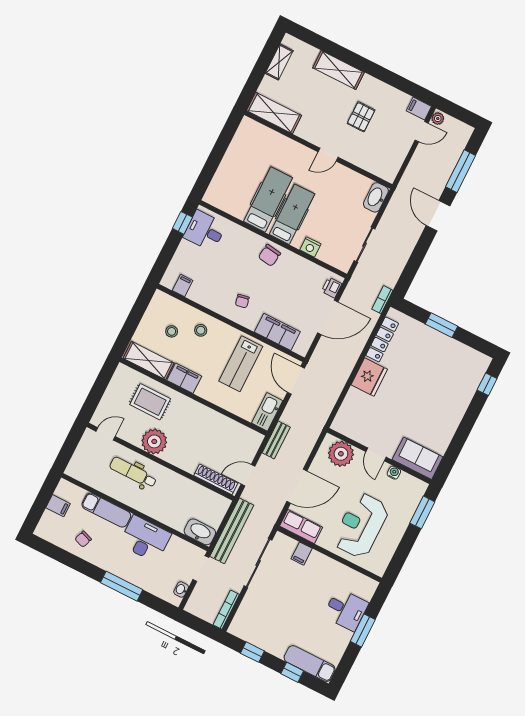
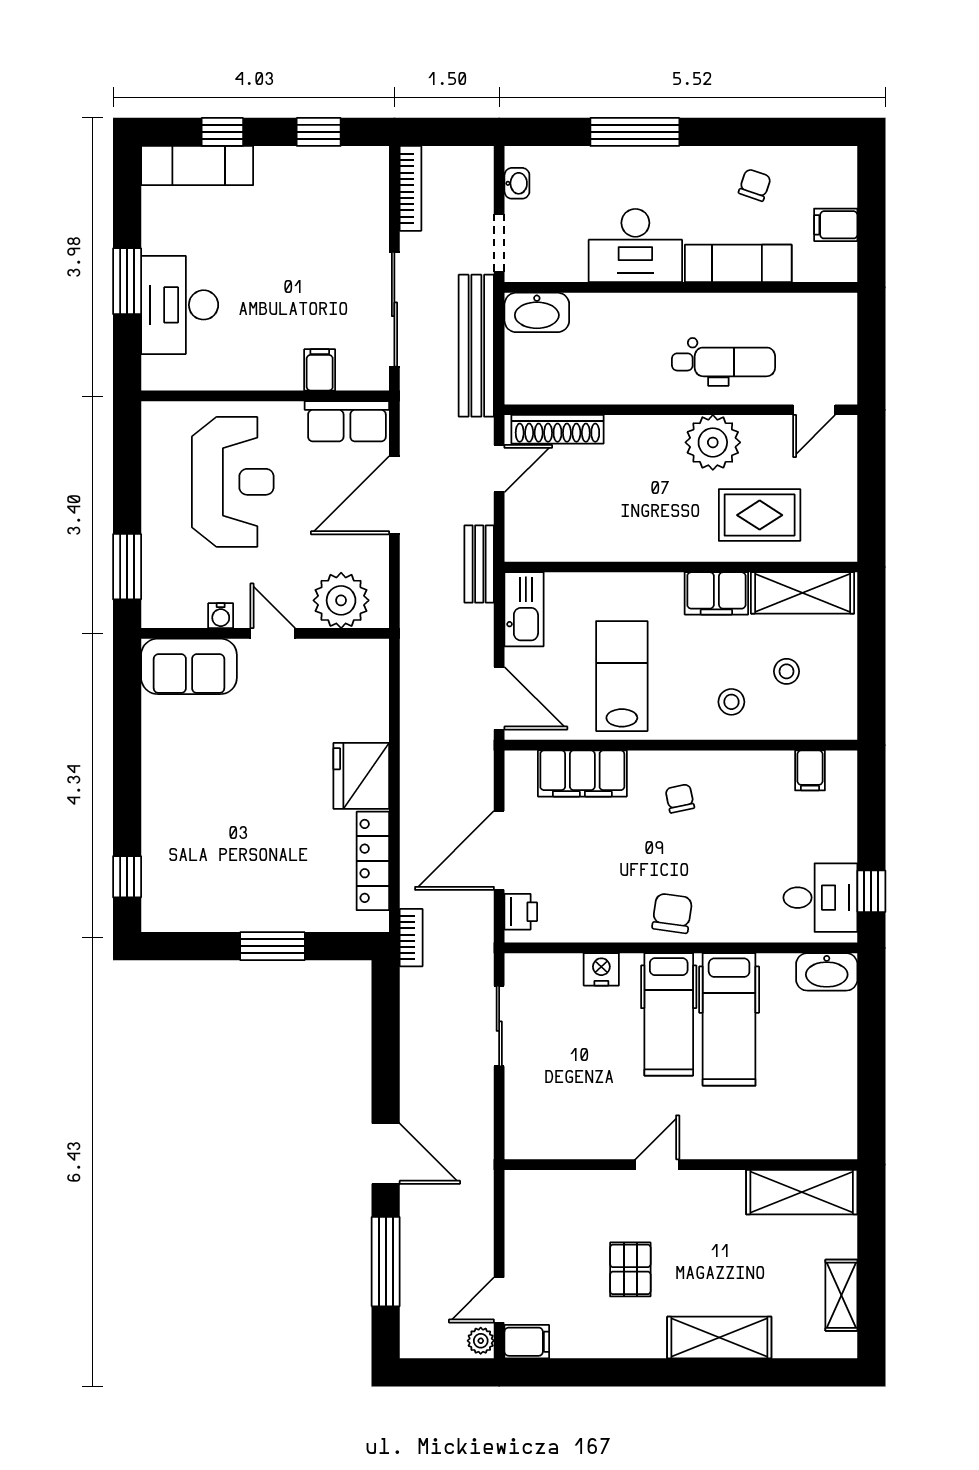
washbasin: (376, 197) -> (827, 972), moved, turned 90
desk: (346, 610) -> (180, 305), width x1.37

